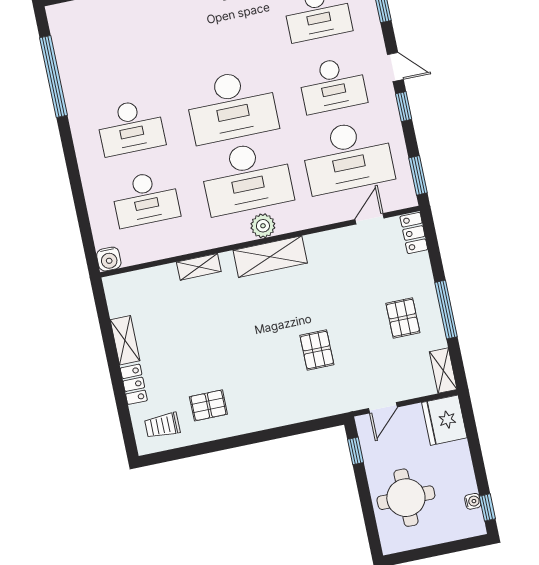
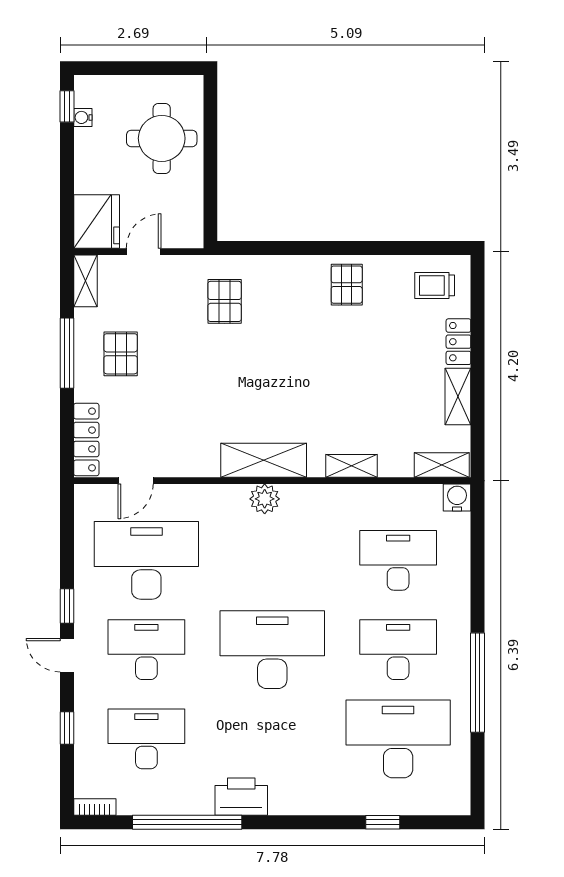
window: (53, 76) -> (478, 683), moved
window: (418, 175) -> (67, 520), removed
desk: (247, 178) -> (398, 739), moved
locker: (414, 233) -> (86, 440), width x1.53
shelving: (127, 283) -> (442, 465), added
pallet: (317, 350) -> (225, 301), moved
pallet: (208, 405) -> (347, 285), moved, turned 90
door: (383, 408) -> (144, 252), moved
trolley: (162, 425) -> (435, 285), turned 180
window: (355, 451) -> (210, 207), removed

